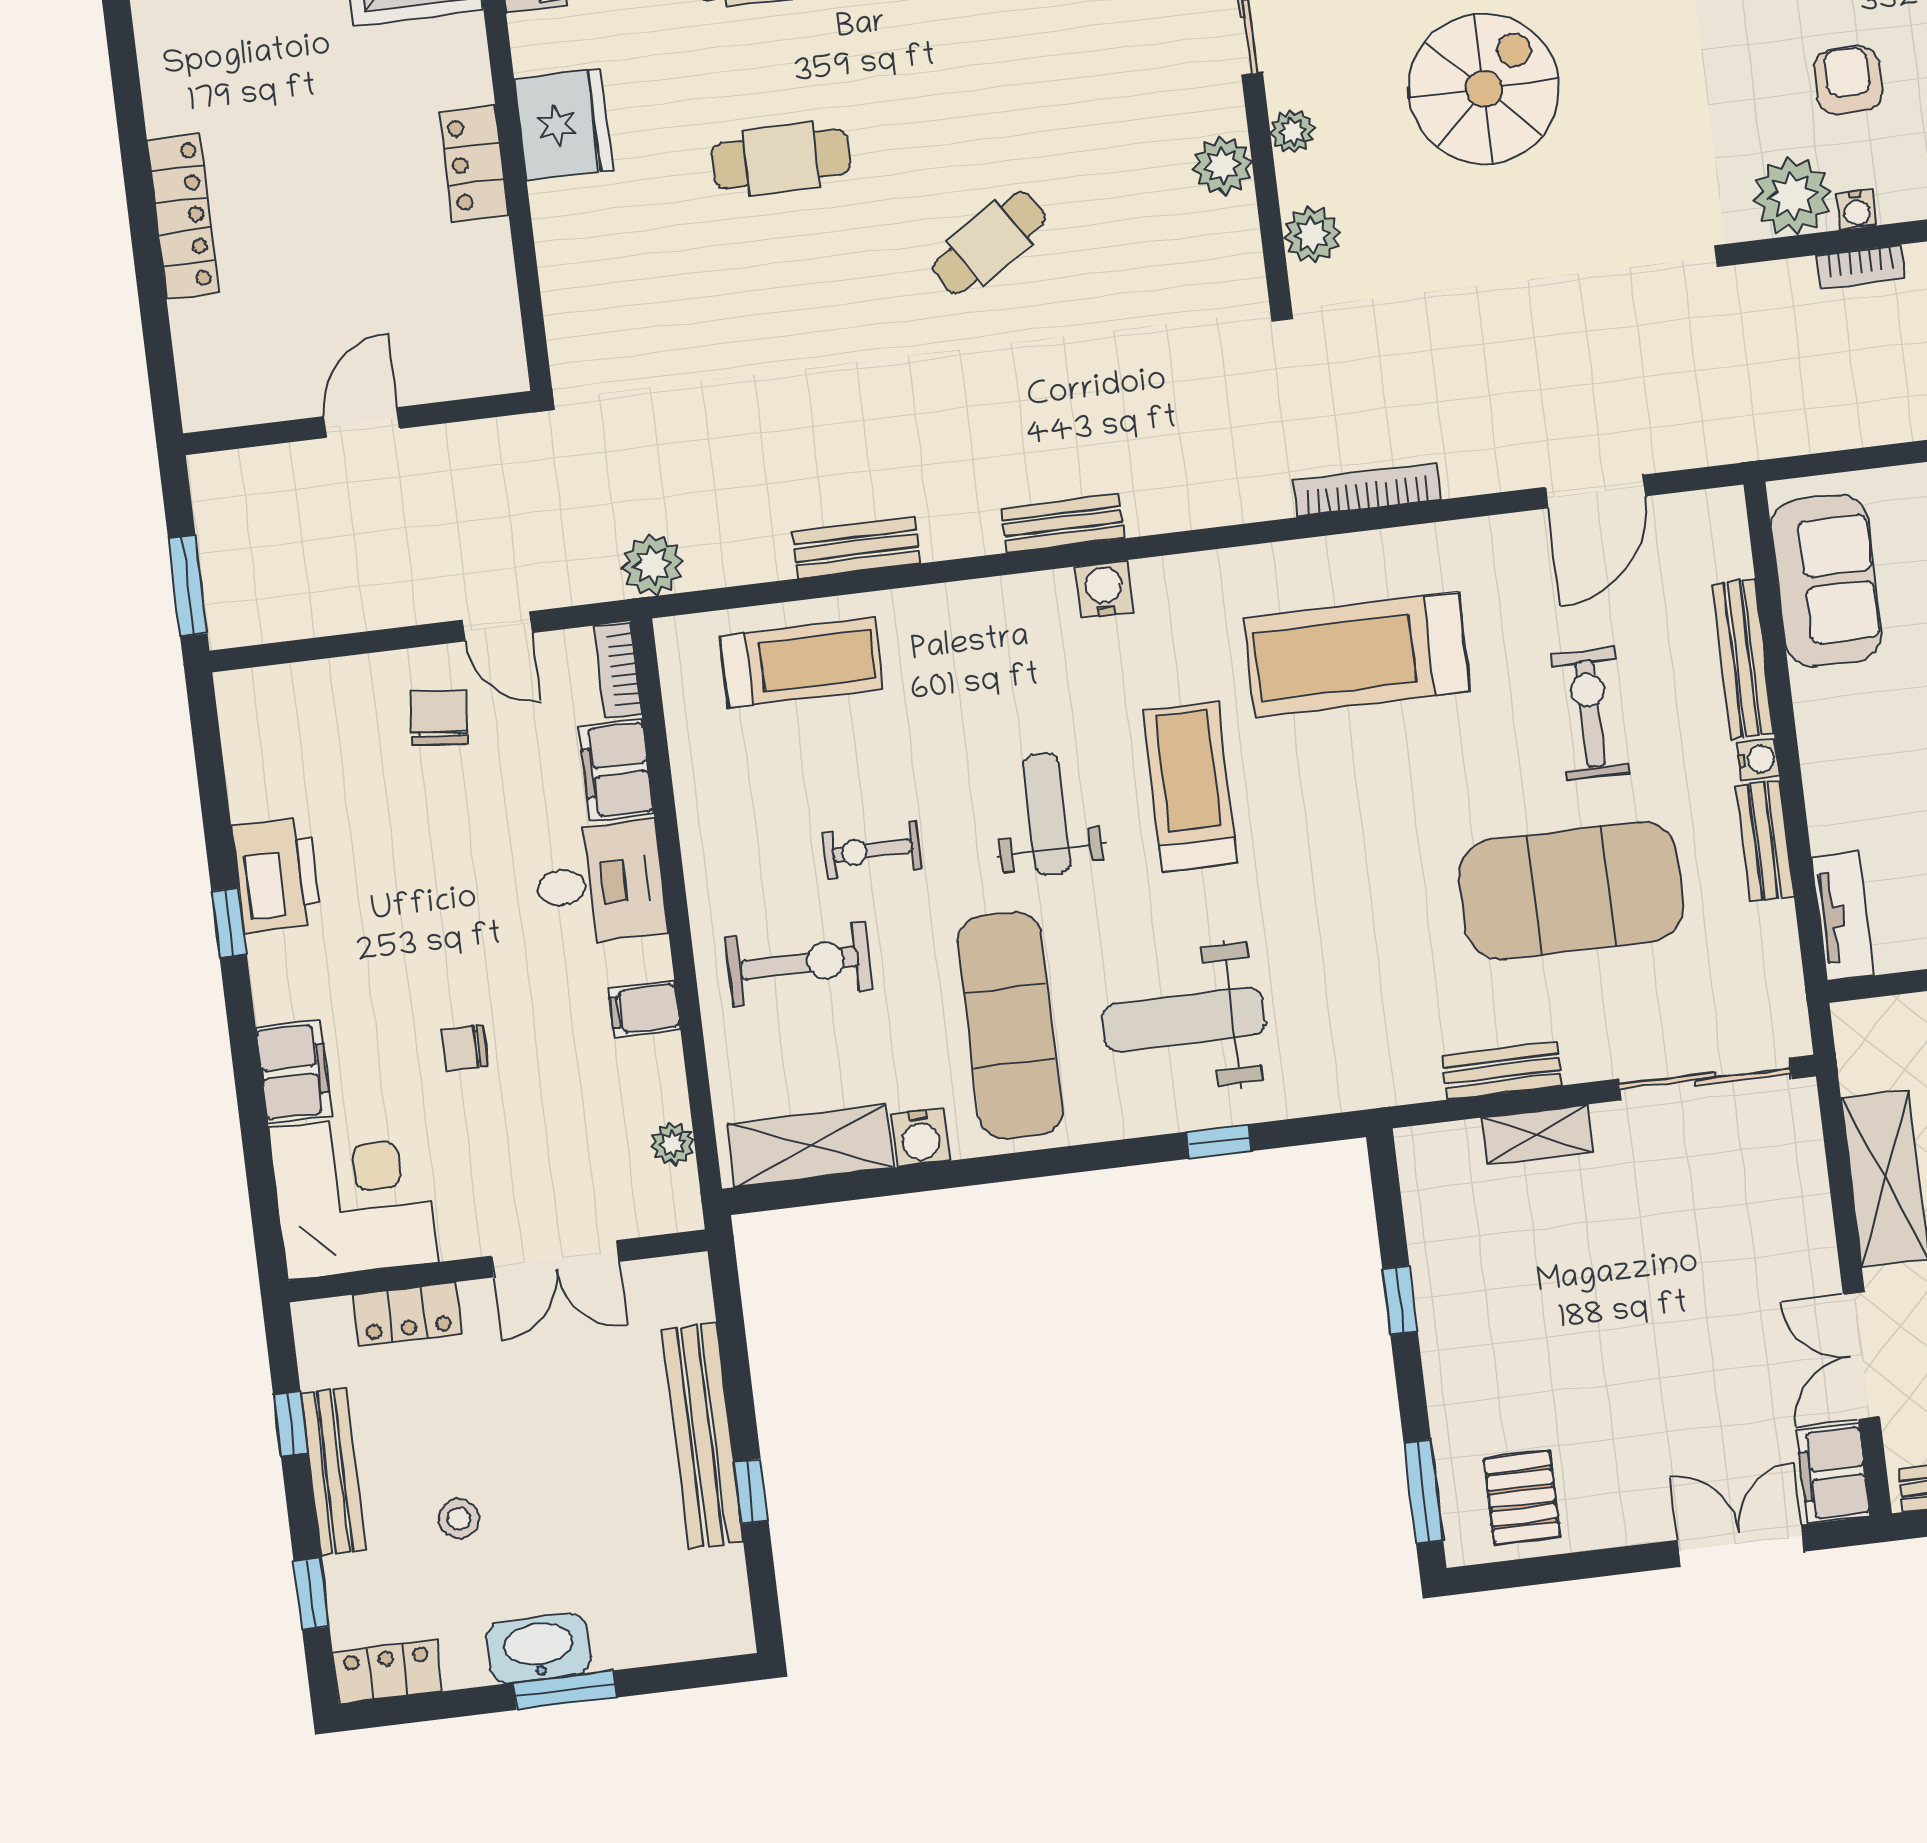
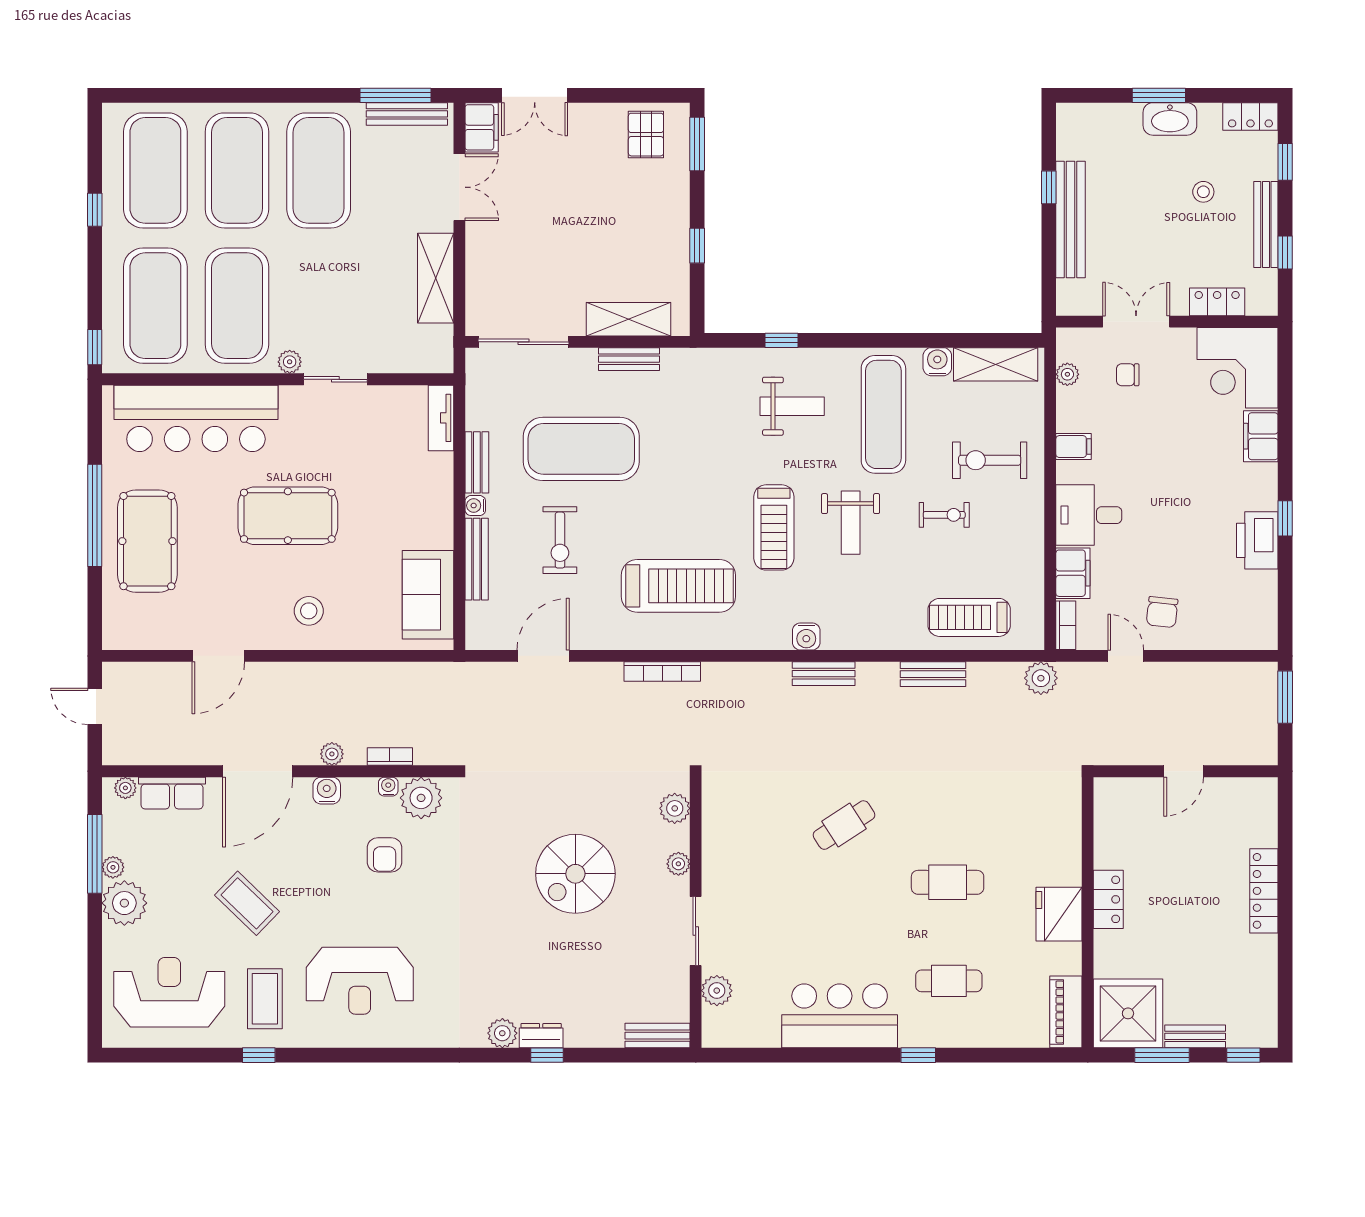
plant: (1222, 166) -> (717, 850), removed
weight bench: (1184, 1020) -> (792, 406), width x0.73, depth x0.75
chair: (464, 1048) -> (1128, 375), moved, turned 180
shelving: (1538, 1135) -> (628, 319), width x1.50, depth x1.33

